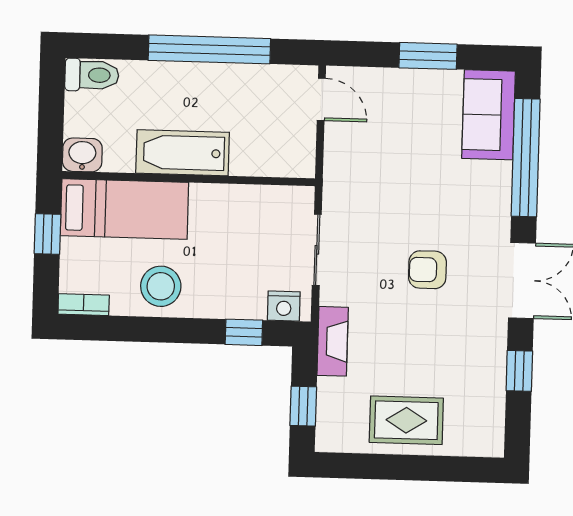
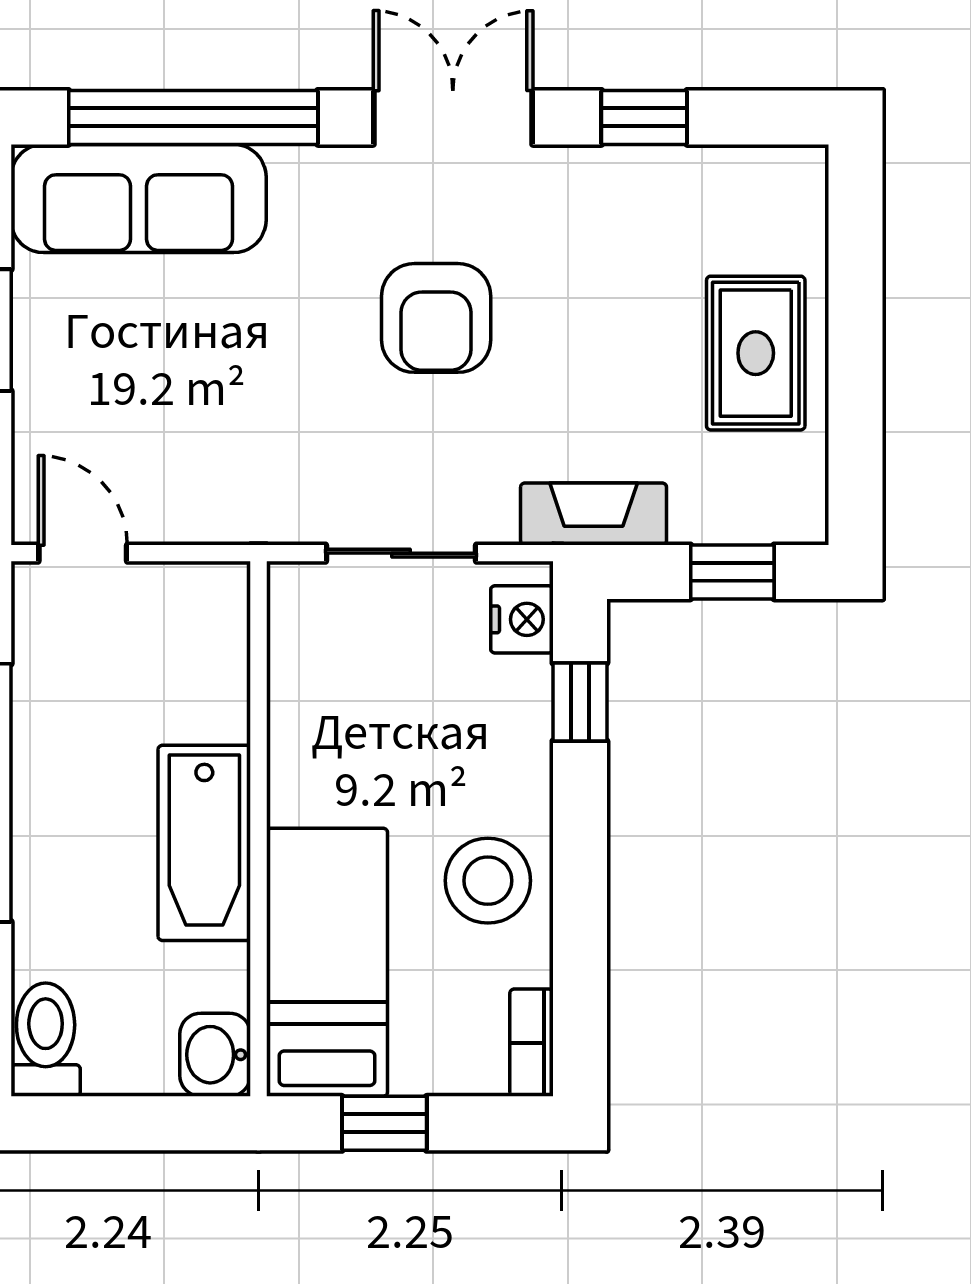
door: (321, 99) -> (83, 553), hinge flipped
sofa: (489, 115) -> (139, 198), width x1.36
armchair: (427, 270) -> (436, 318), width x1.38, depth x1.38

